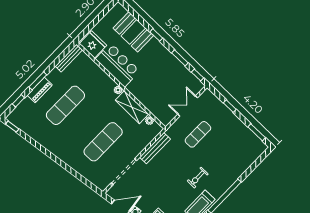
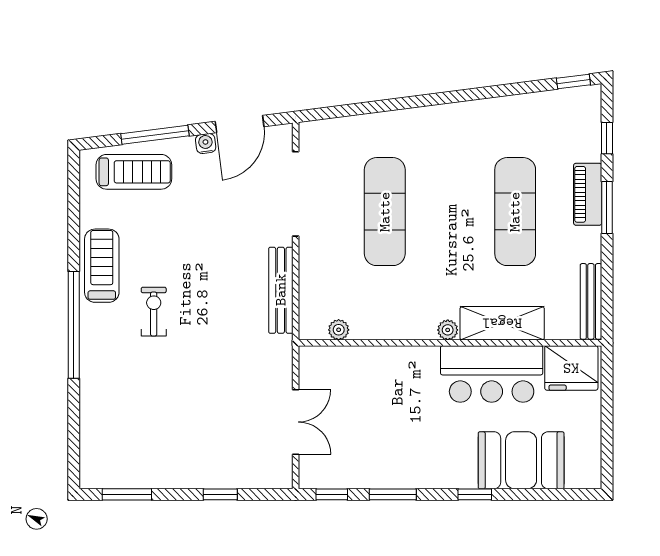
shelving: (132, 107) -> (502, 323), moved
exercise mat: (198, 134) -> (228, 389), removed

